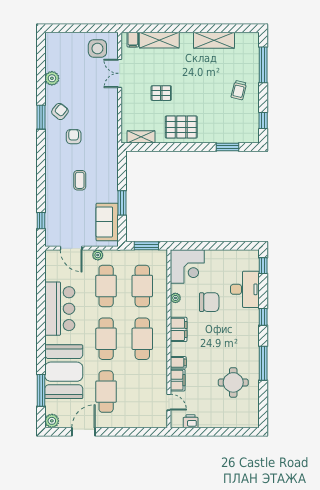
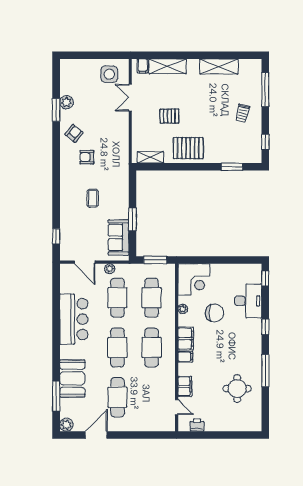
window: (41, 117) -> (56, 110), moved
armchair: (74, 137) -> (87, 157), turned -90
filing cabinet: (178, 362) -> (185, 357), moved
booth: (64, 372) -> (72, 378), width x0.73, depth x0.70

